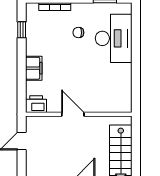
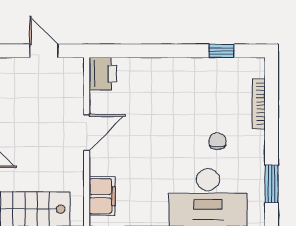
filing cabinet: (34, 68) -> (102, 196), moved, turned -90

